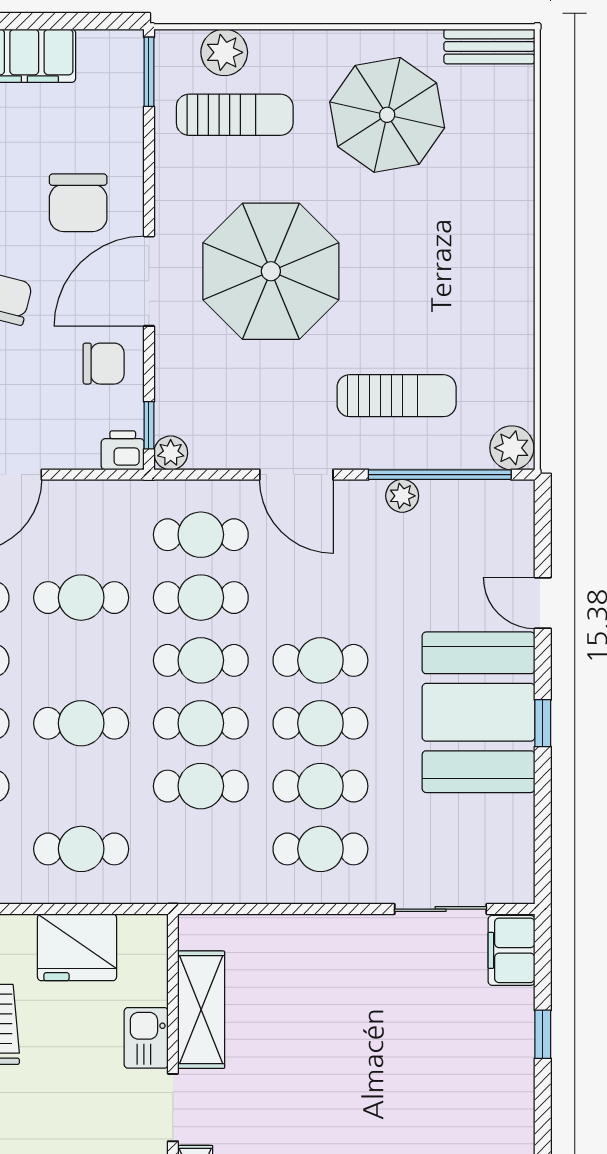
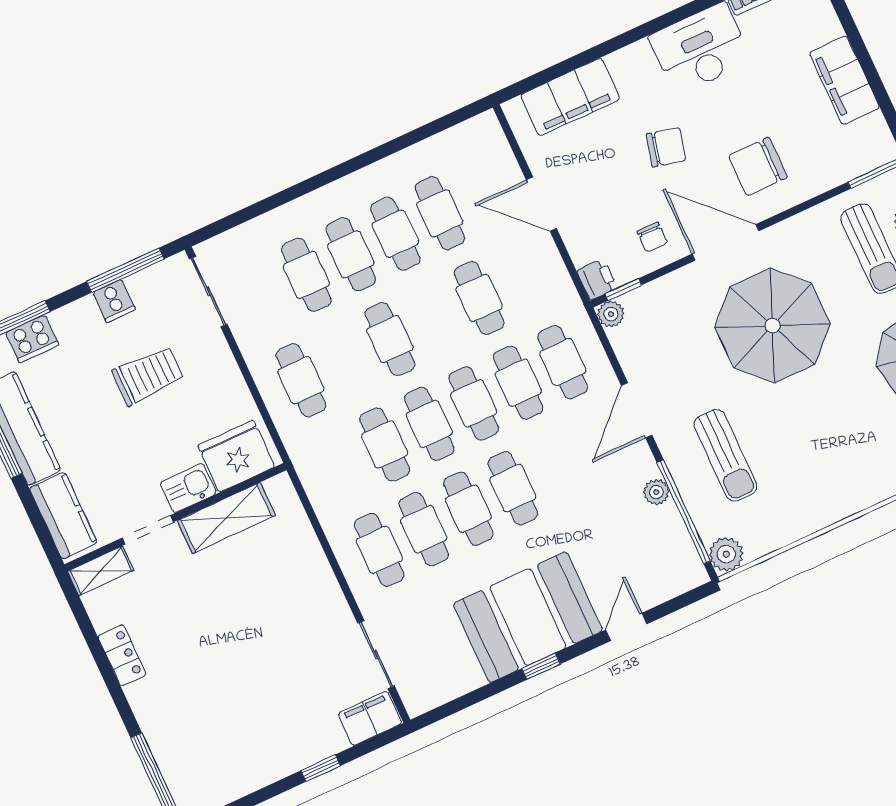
chair: (104, 364) -> (652, 237), width x0.73, depth x0.73
fridge: (77, 947) -> (236, 456), moved, turned 90

